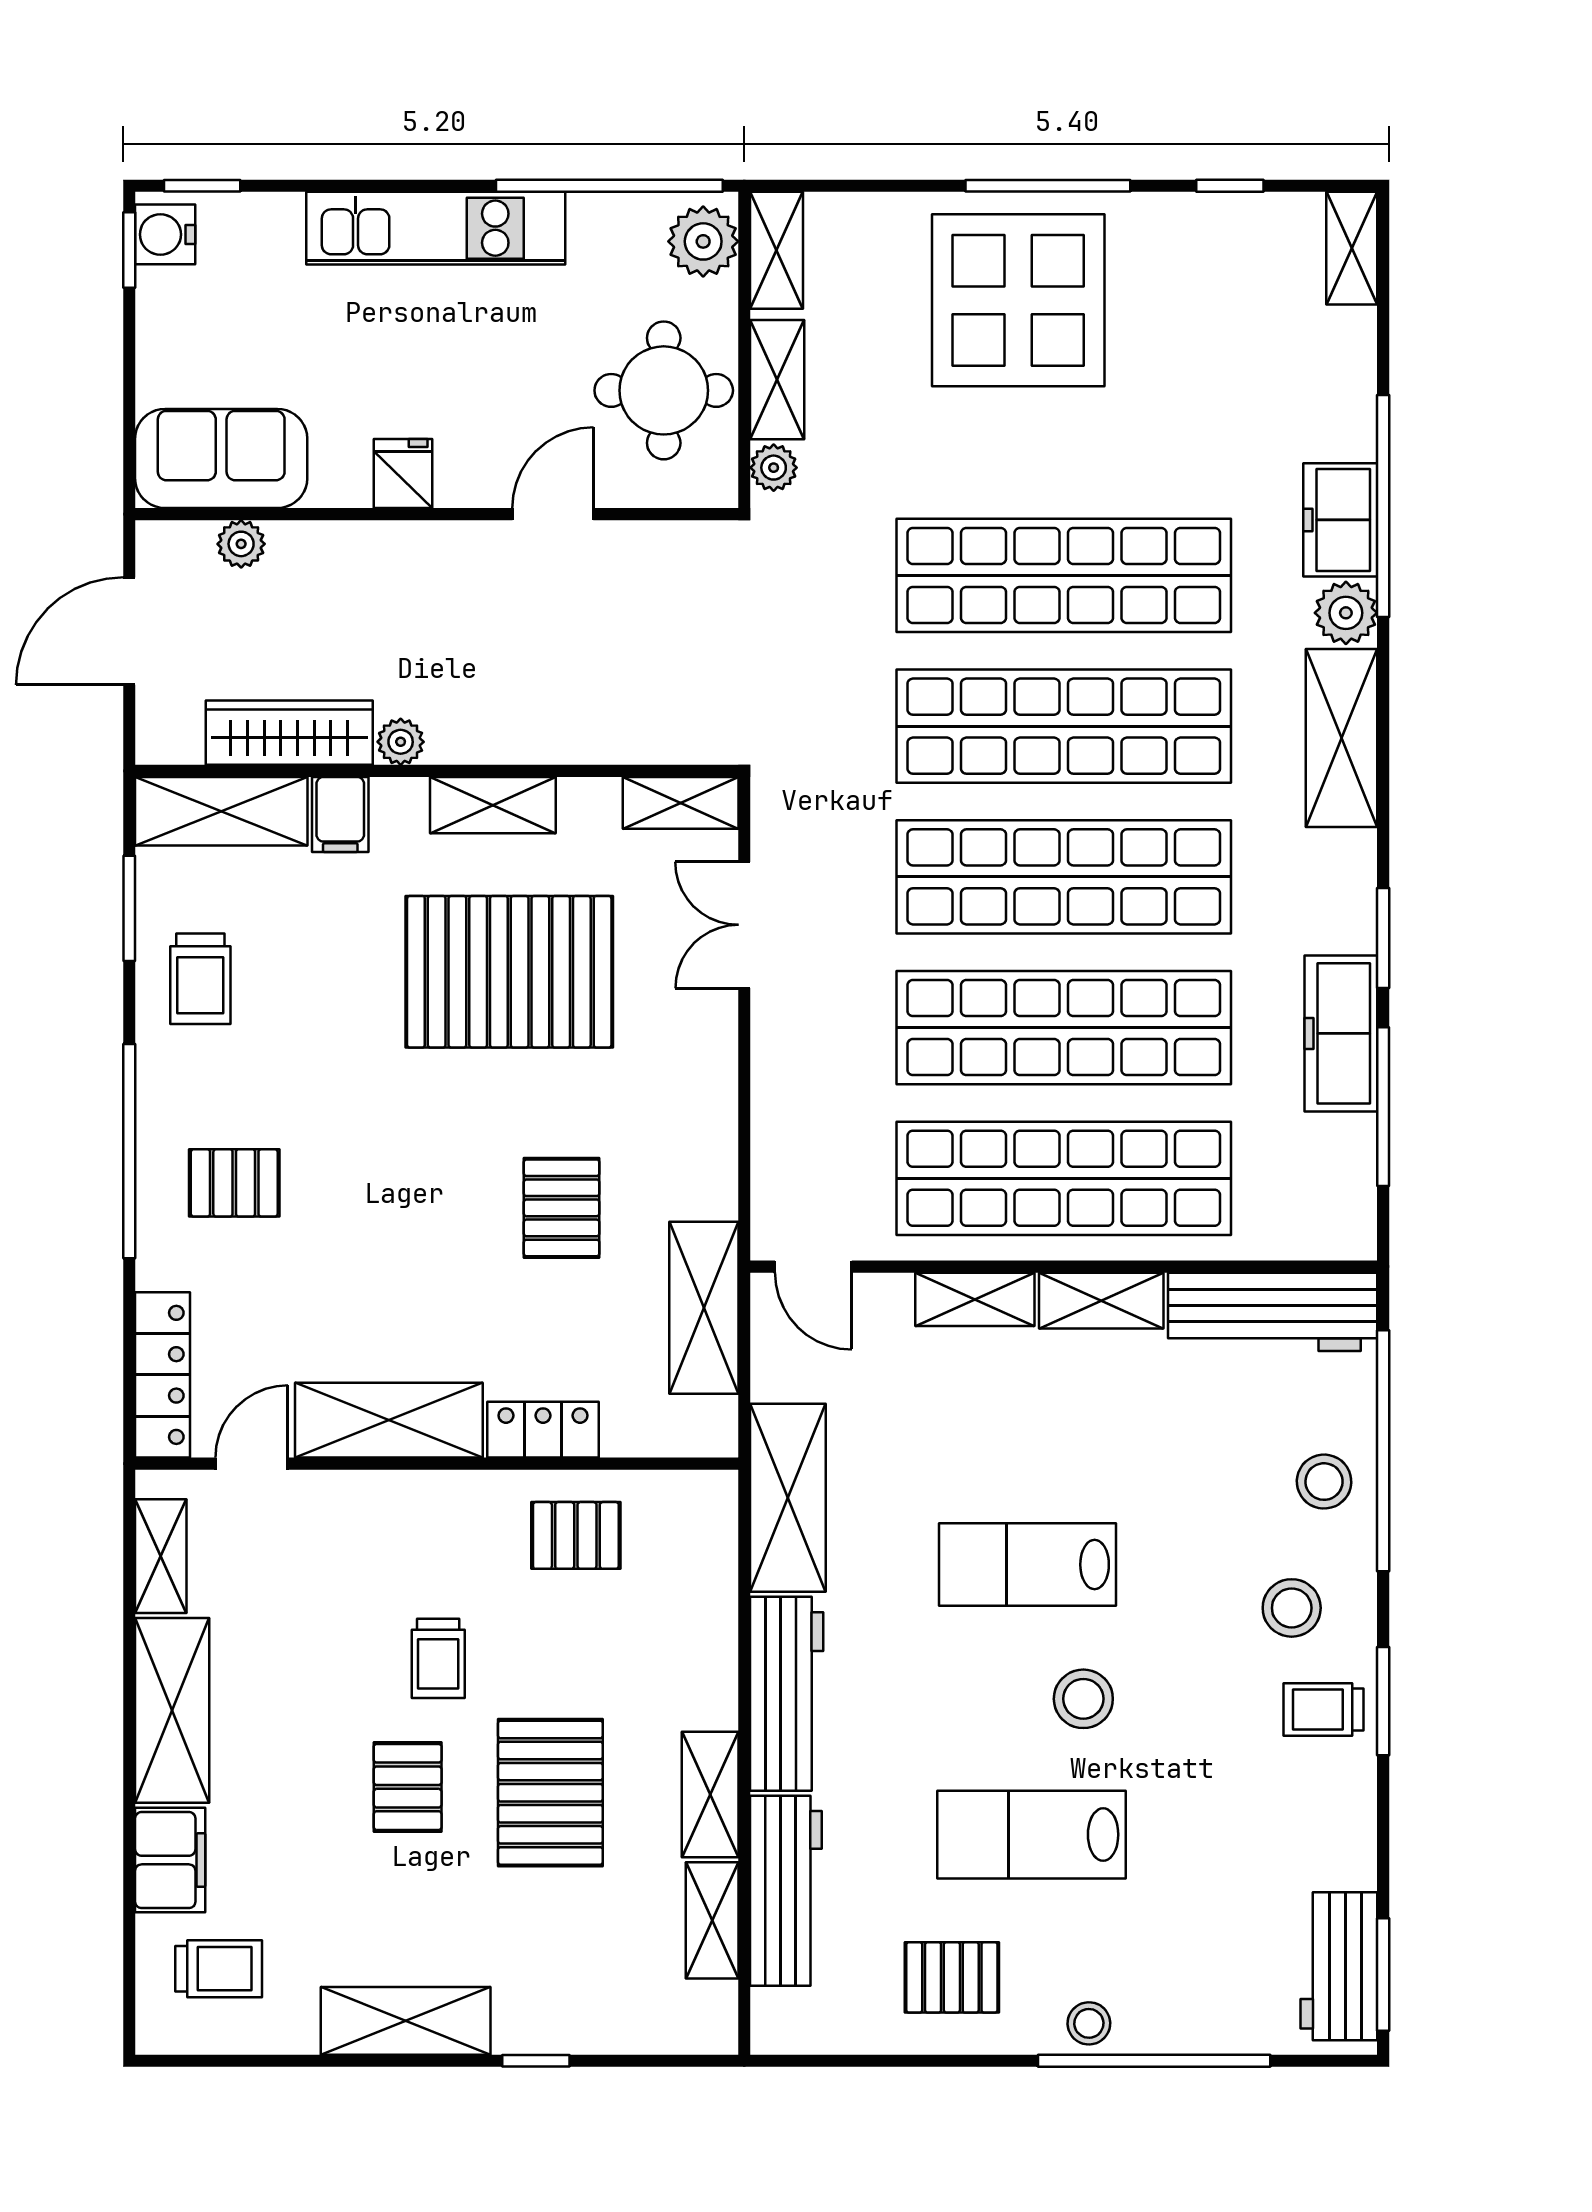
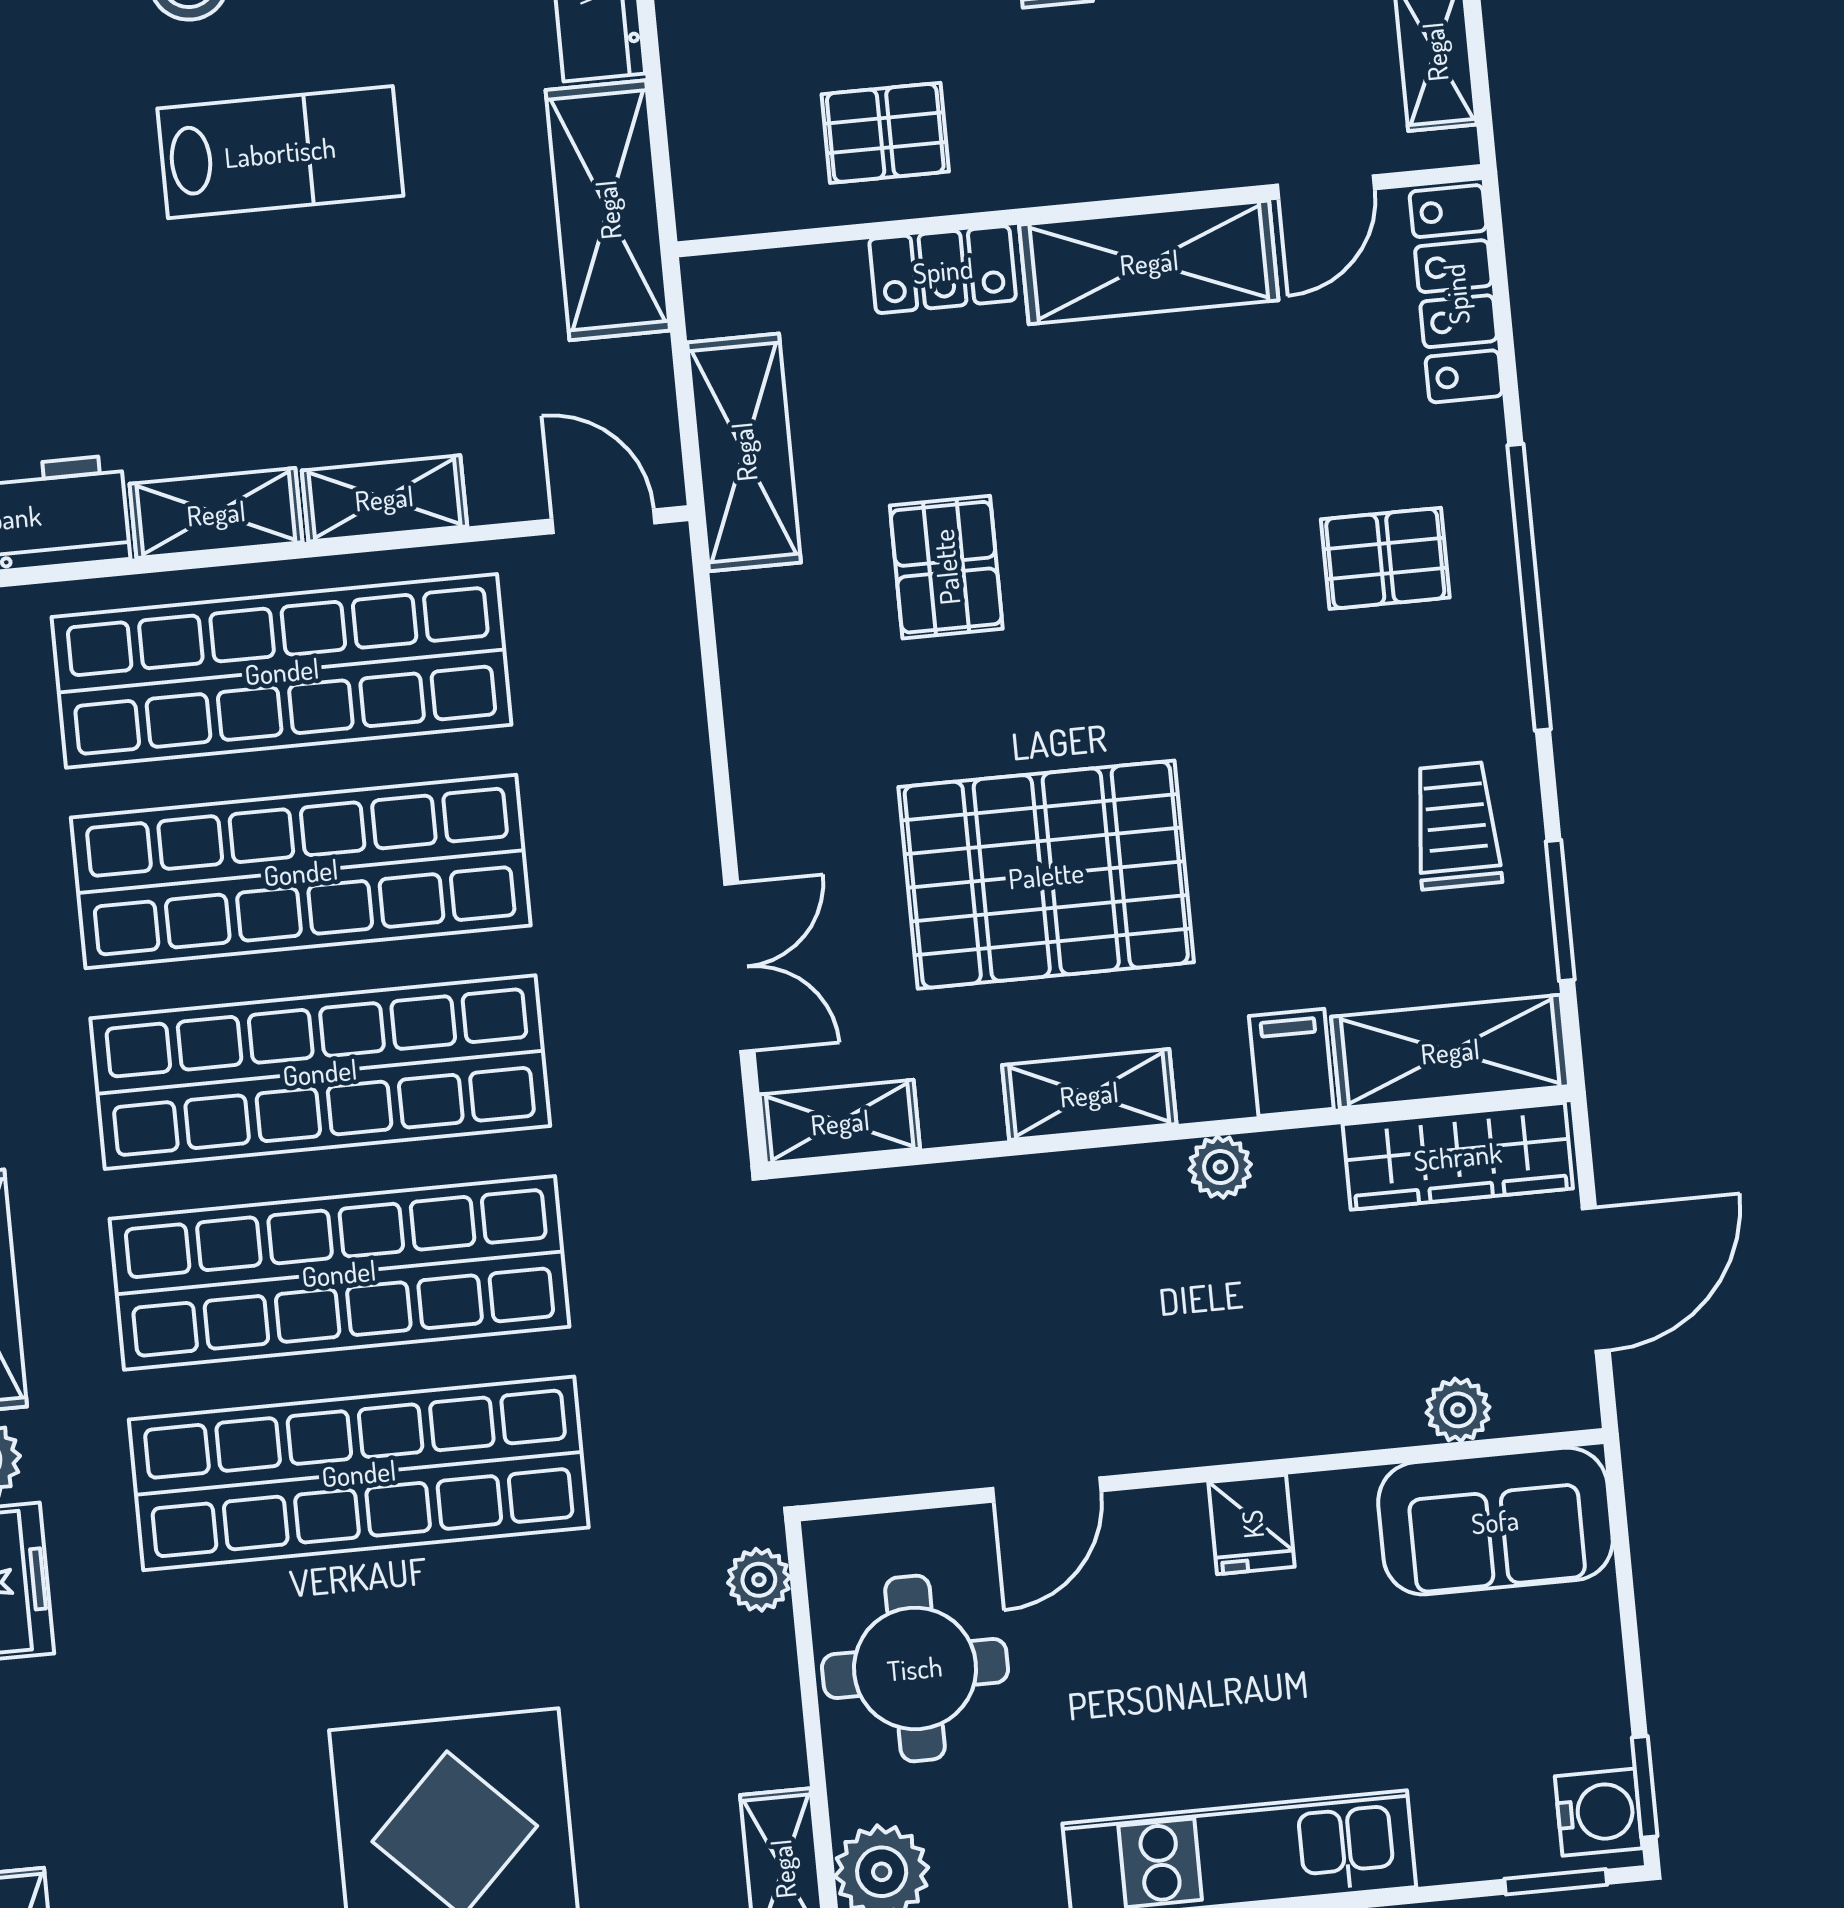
shelving: (777, 380) -> (765, 1697), removed
wardrobe: (289, 733) -> (1458, 1156), moved

